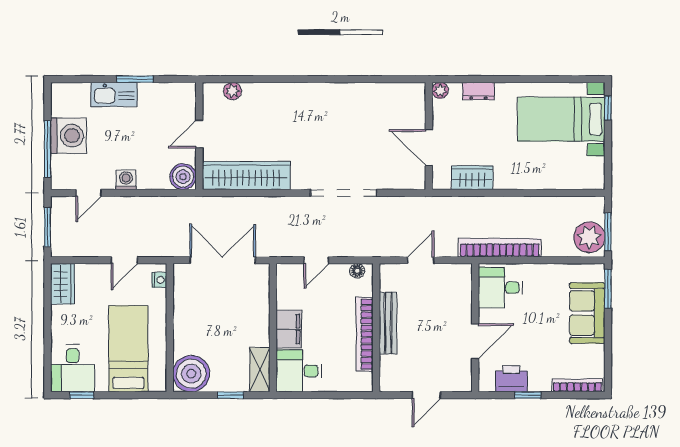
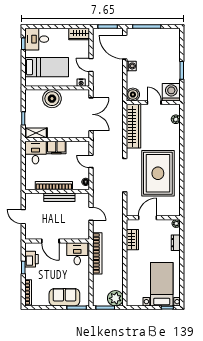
kitchen sink: (114, 94) -> (174, 60), removed
rug: (340, 127) -> (158, 173), added
washing machine: (68, 136) -> (171, 92), moved, turned 180
door: (89, 193) -> (125, 47), width x1.87
plant: (589, 237) -> (115, 298), moved
boiler: (191, 374) -> (52, 99), moved

